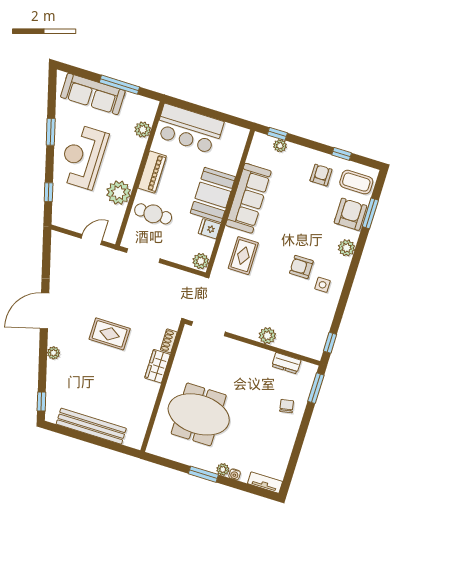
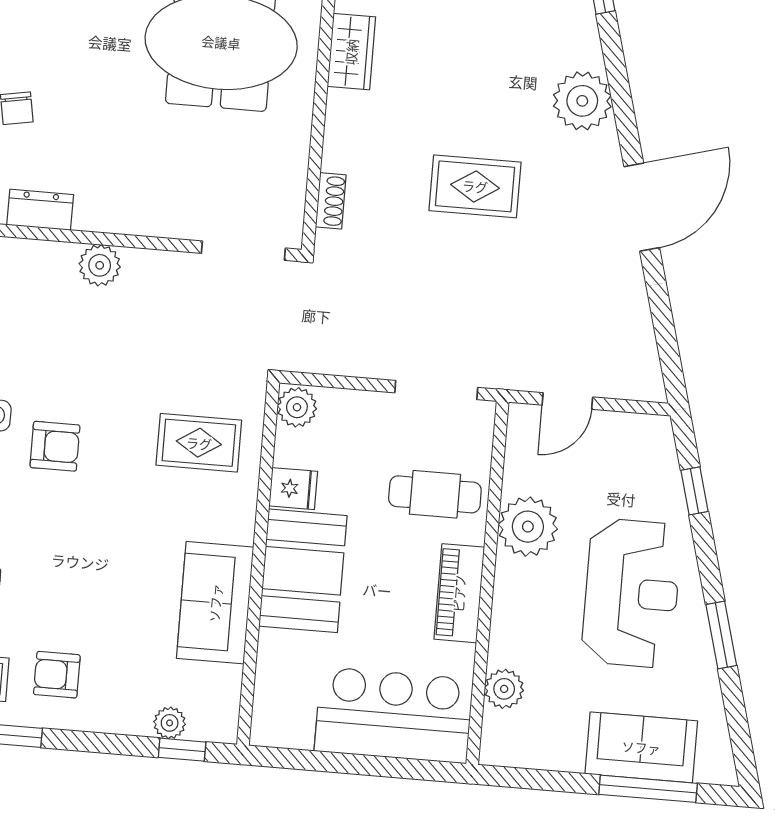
window: (119, 85) -> (648, 789), moved
sofa: (93, 94) -> (641, 747), width x0.73
armchair: (321, 175) -> (57, 675), turned 90
sofa: (248, 198) -> (215, 603), width x0.73
rug: (243, 256) -> (199, 443), turned 90
plant: (53, 353) -> (582, 101), width x1.88, depth x1.88
wardrobe: (157, 366) -> (351, 52), moved

